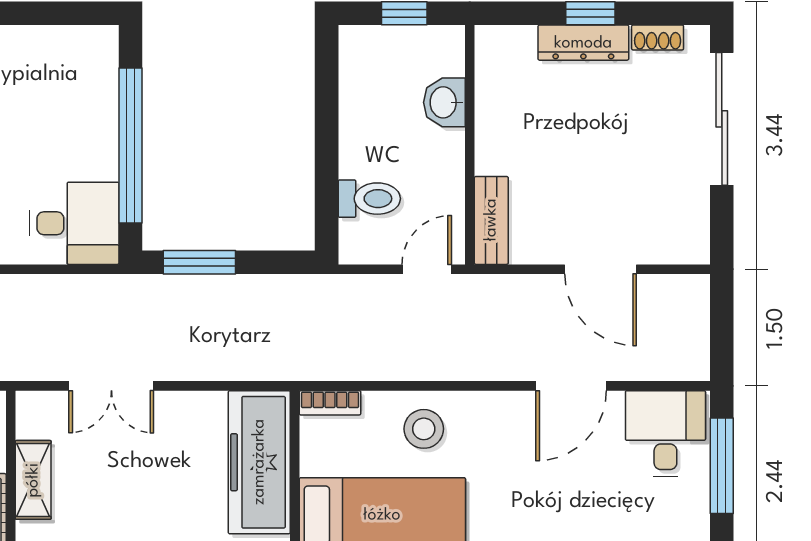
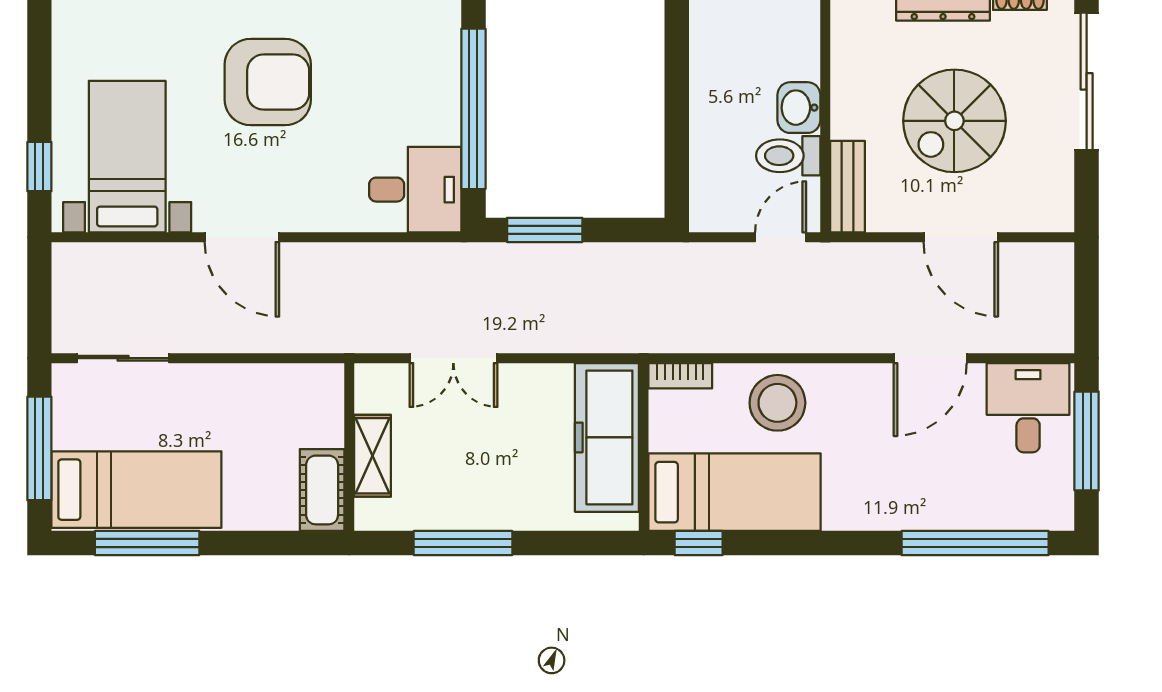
washbasin: (444, 102) -> (799, 108), moved
spiral stairs: (594, 157) -> (954, 121), added
toilet: (369, 199) -> (788, 156), moved, turned 180
stool: (424, 429) -> (777, 403), width x1.38, depth x1.38

